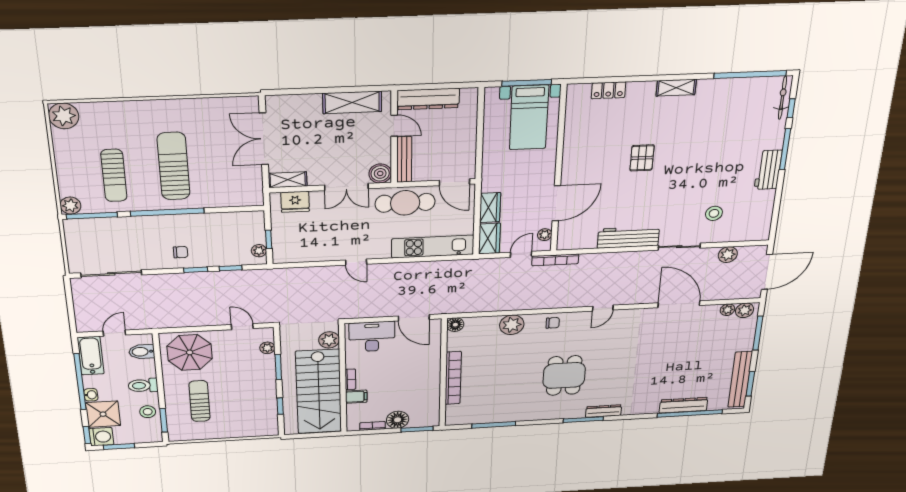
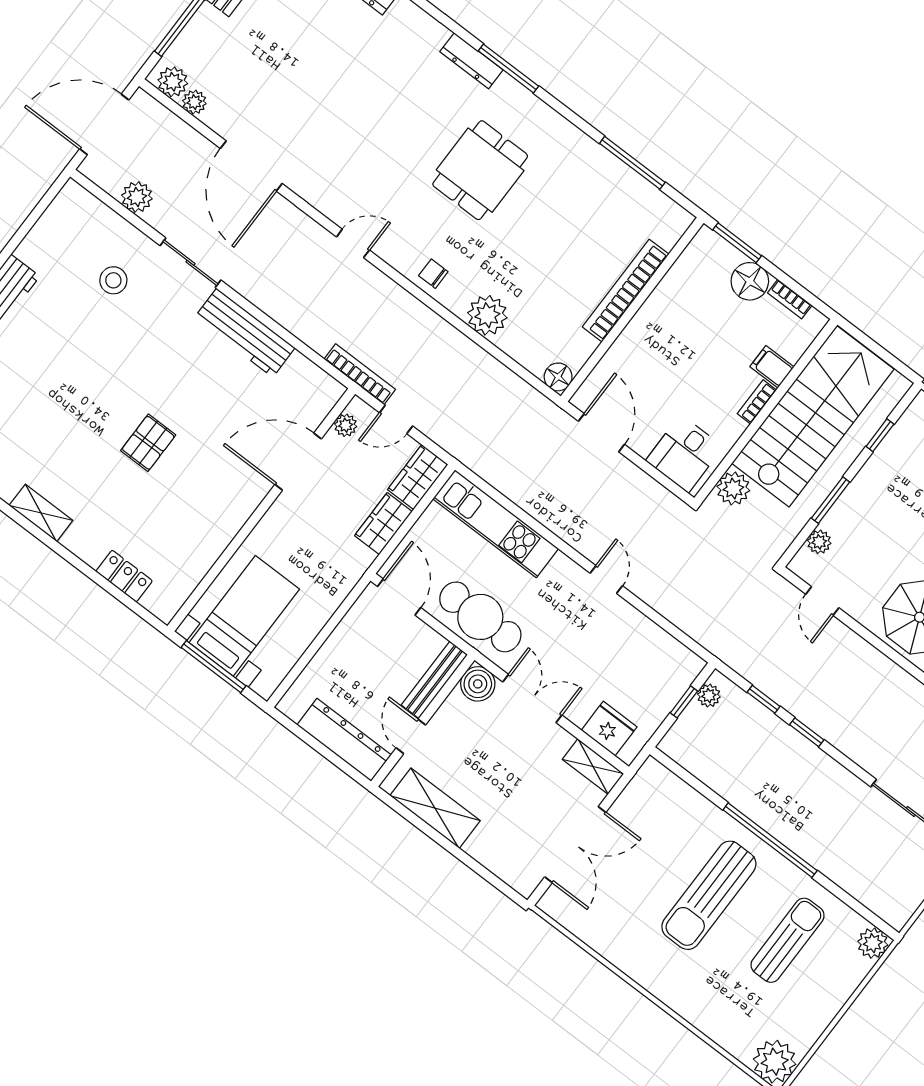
window: (92, 216) -> (861, 909), removed
chair: (181, 252) -> (803, 772), removed
desk: (372, 337) -> (684, 454), width x0.73

